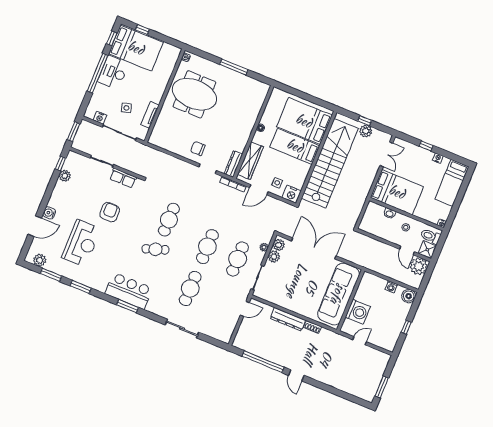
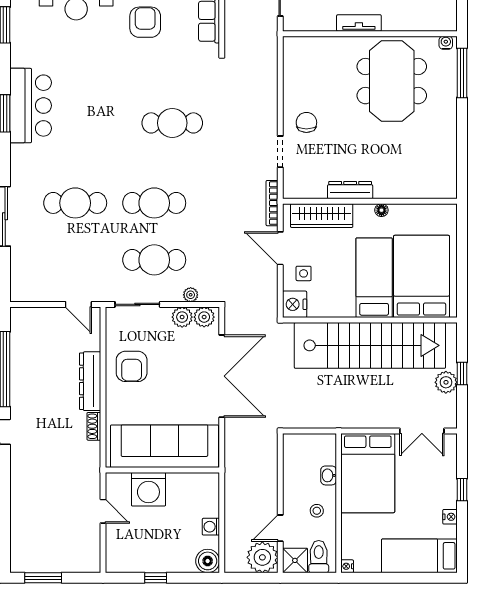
window: (234, 67) -> (462, 73), moved
tv unit: (150, 115) -> (359, 23), moved
dresser: (233, 164) -> (350, 190), moved
armchair: (110, 212) -> (145, 22), turned -90
cafe table: (155, 249) -> (115, 121), removed
armchair: (289, 294) -> (132, 366), added

